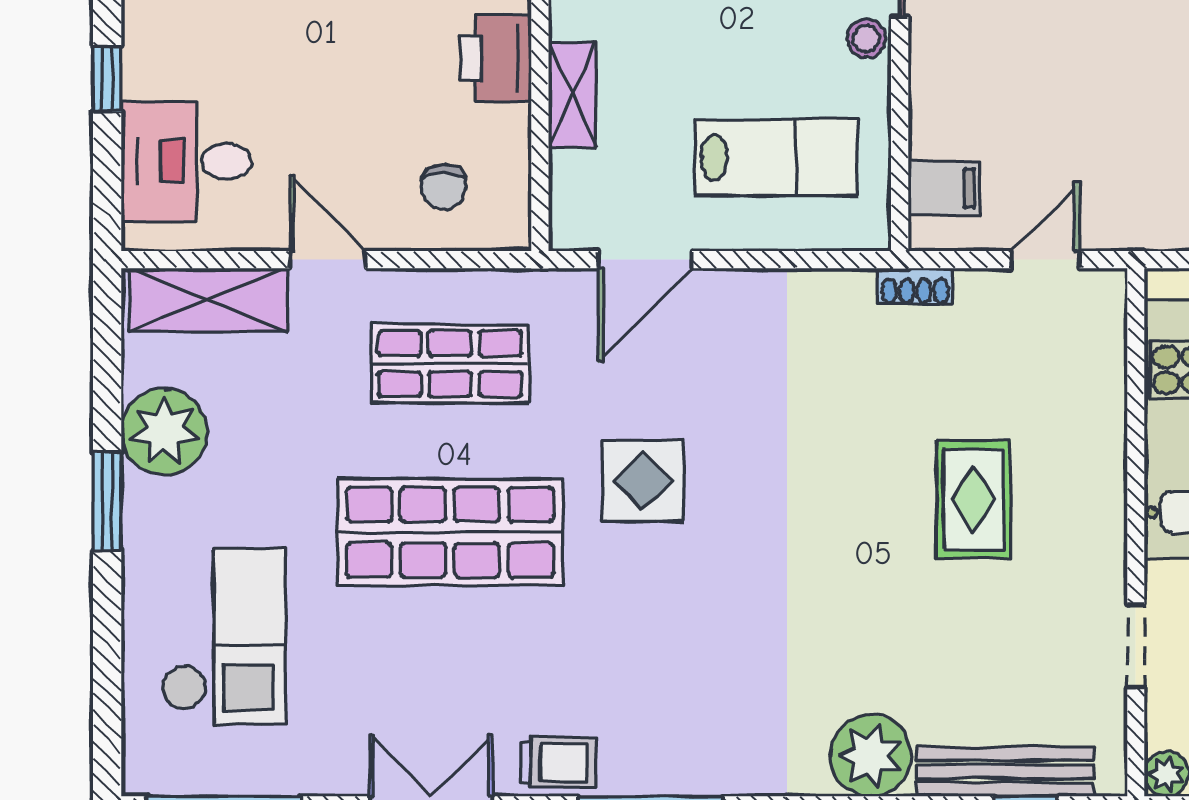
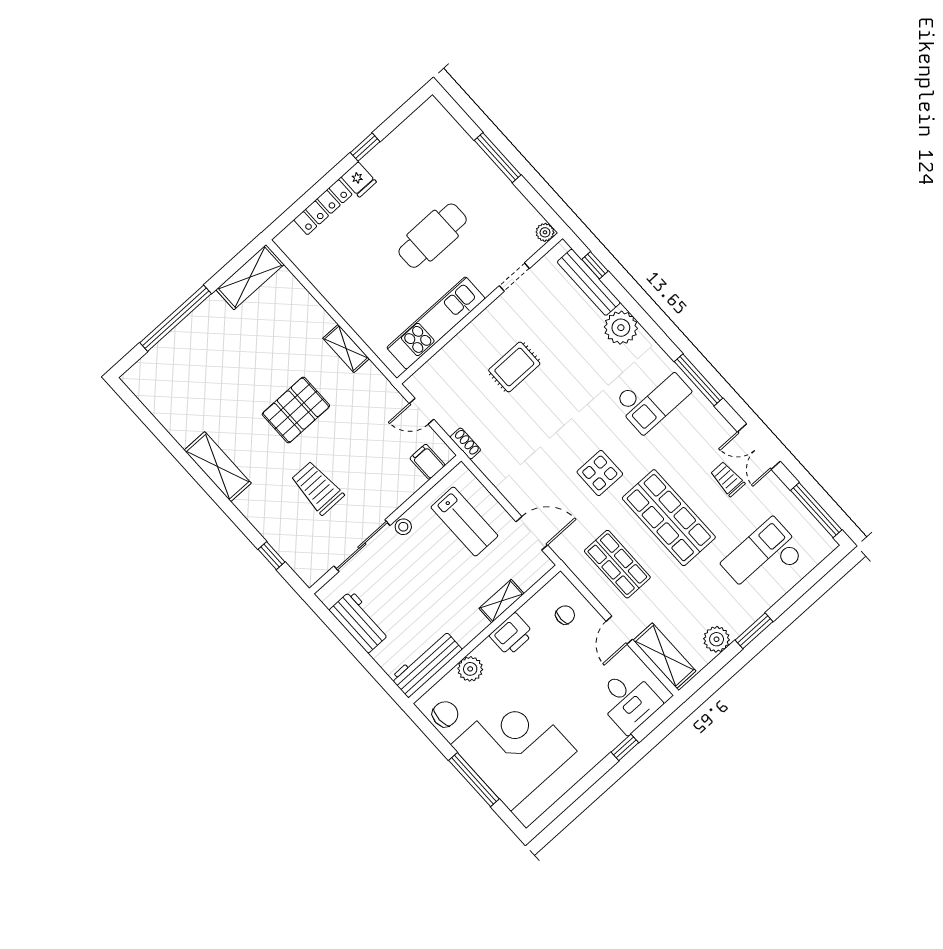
lab bench: (776, 157) -> (464, 522), turned 180
plant: (164, 432) -> (717, 639), width x0.73, depth x0.73
checkout: (695, 700) -> (652, 397), added
trolley: (558, 762) -> (728, 479), moved

